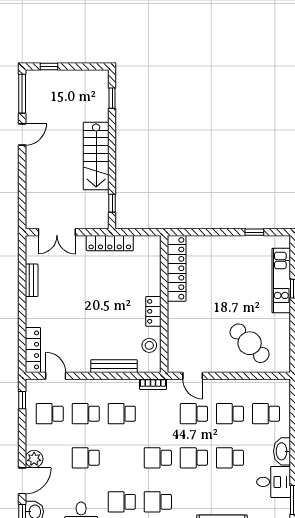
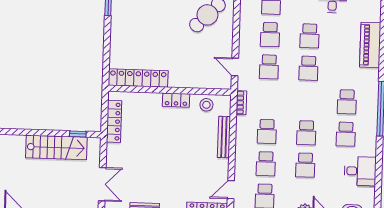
stairs: (96, 156) -> (56, 147), moved
locker: (110, 243) -> (114, 121), moved
door: (193, 376) -> (235, 67), swing flipped
school desk: (158, 458) -> (306, 133), moved

